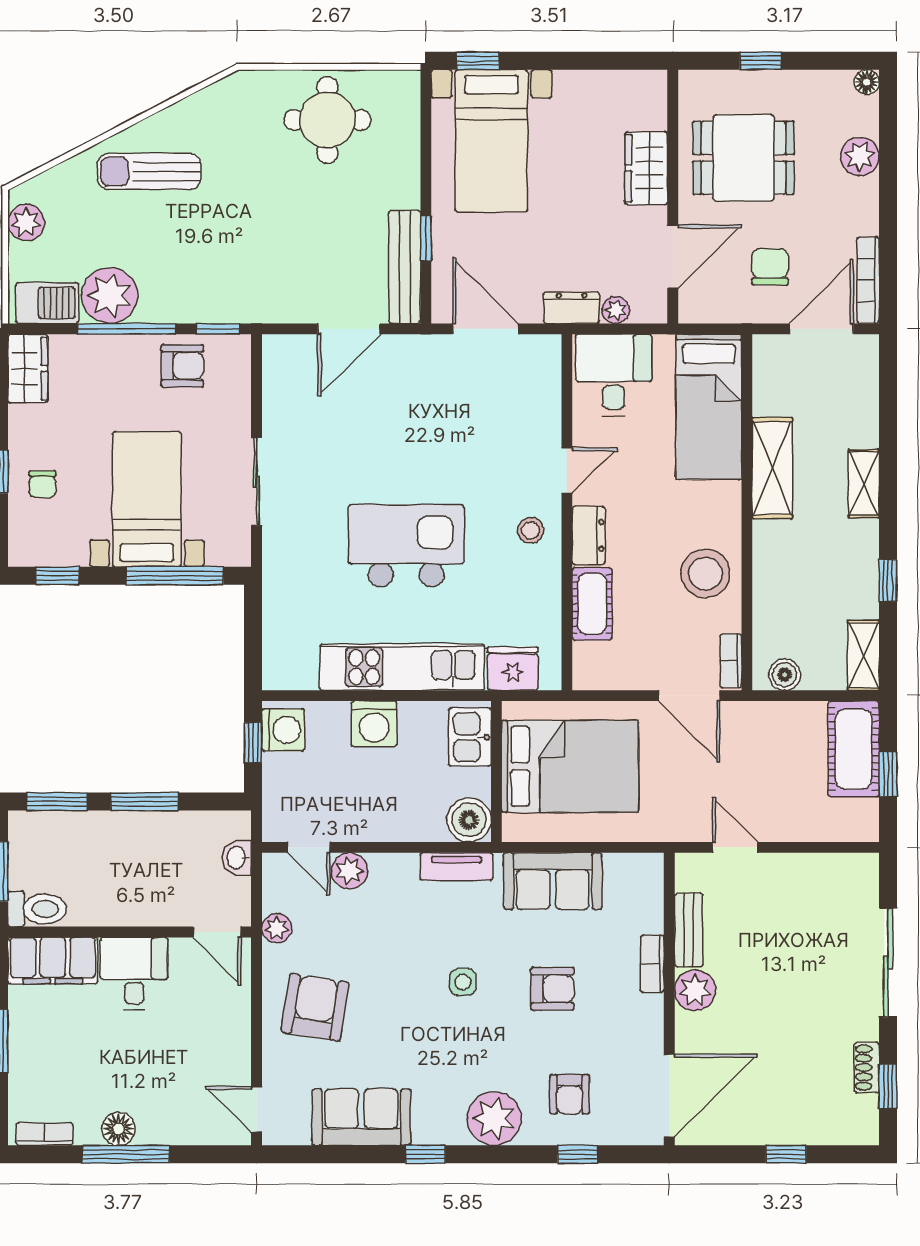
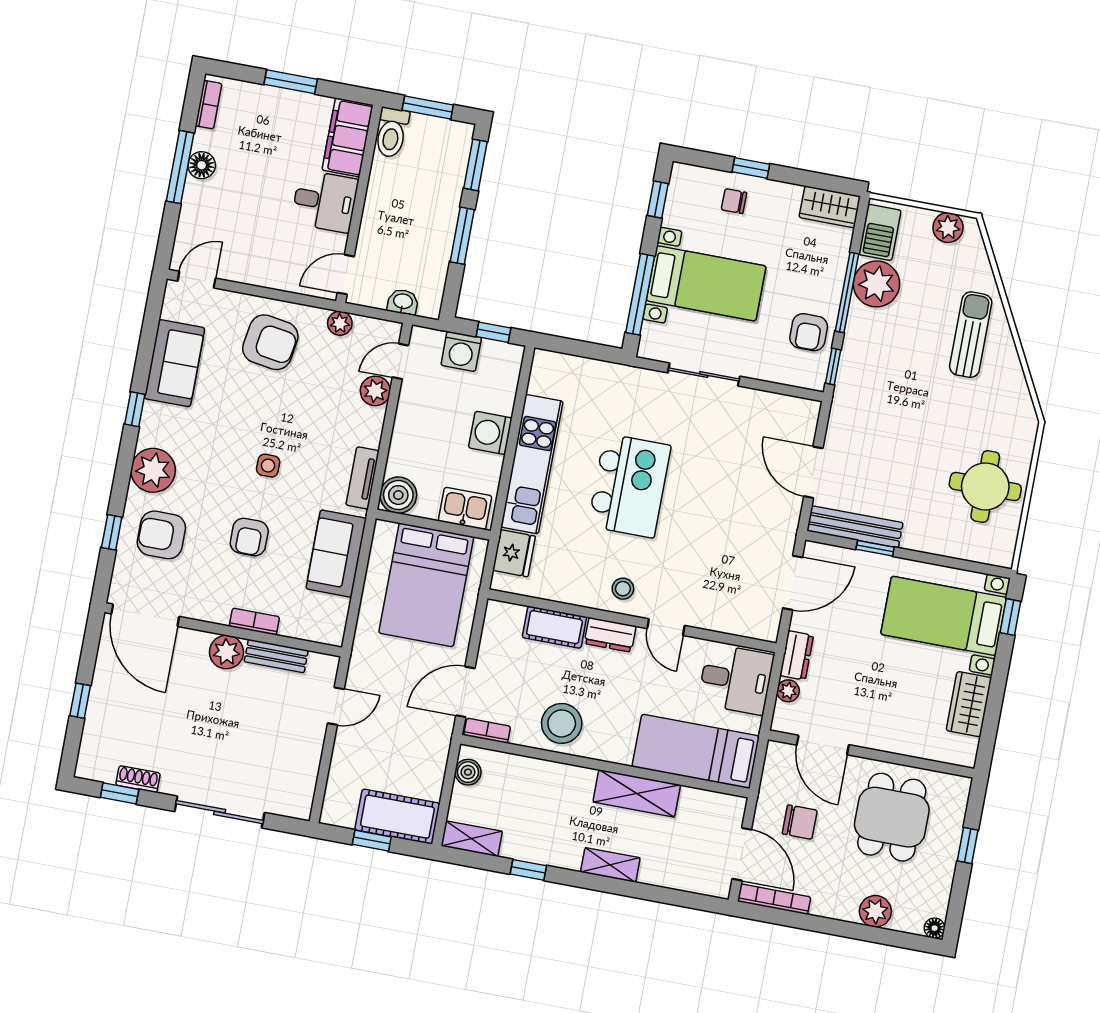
wardrobe: (646, 168) -> (969, 704), moved, turned -90
washing machine: (283, 730) -> (461, 351), moved
armchair: (570, 1094) -> (161, 535), width x1.38, depth x1.38

